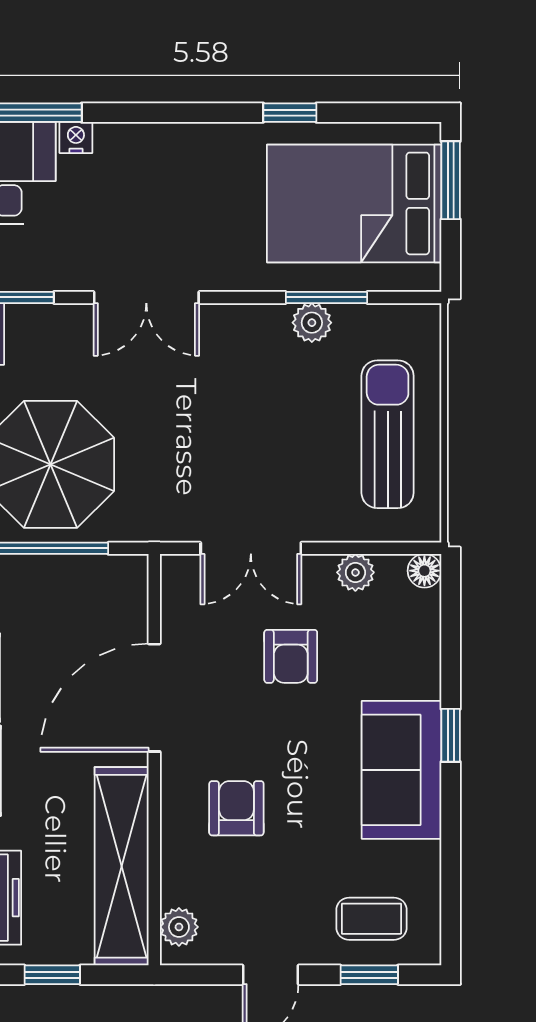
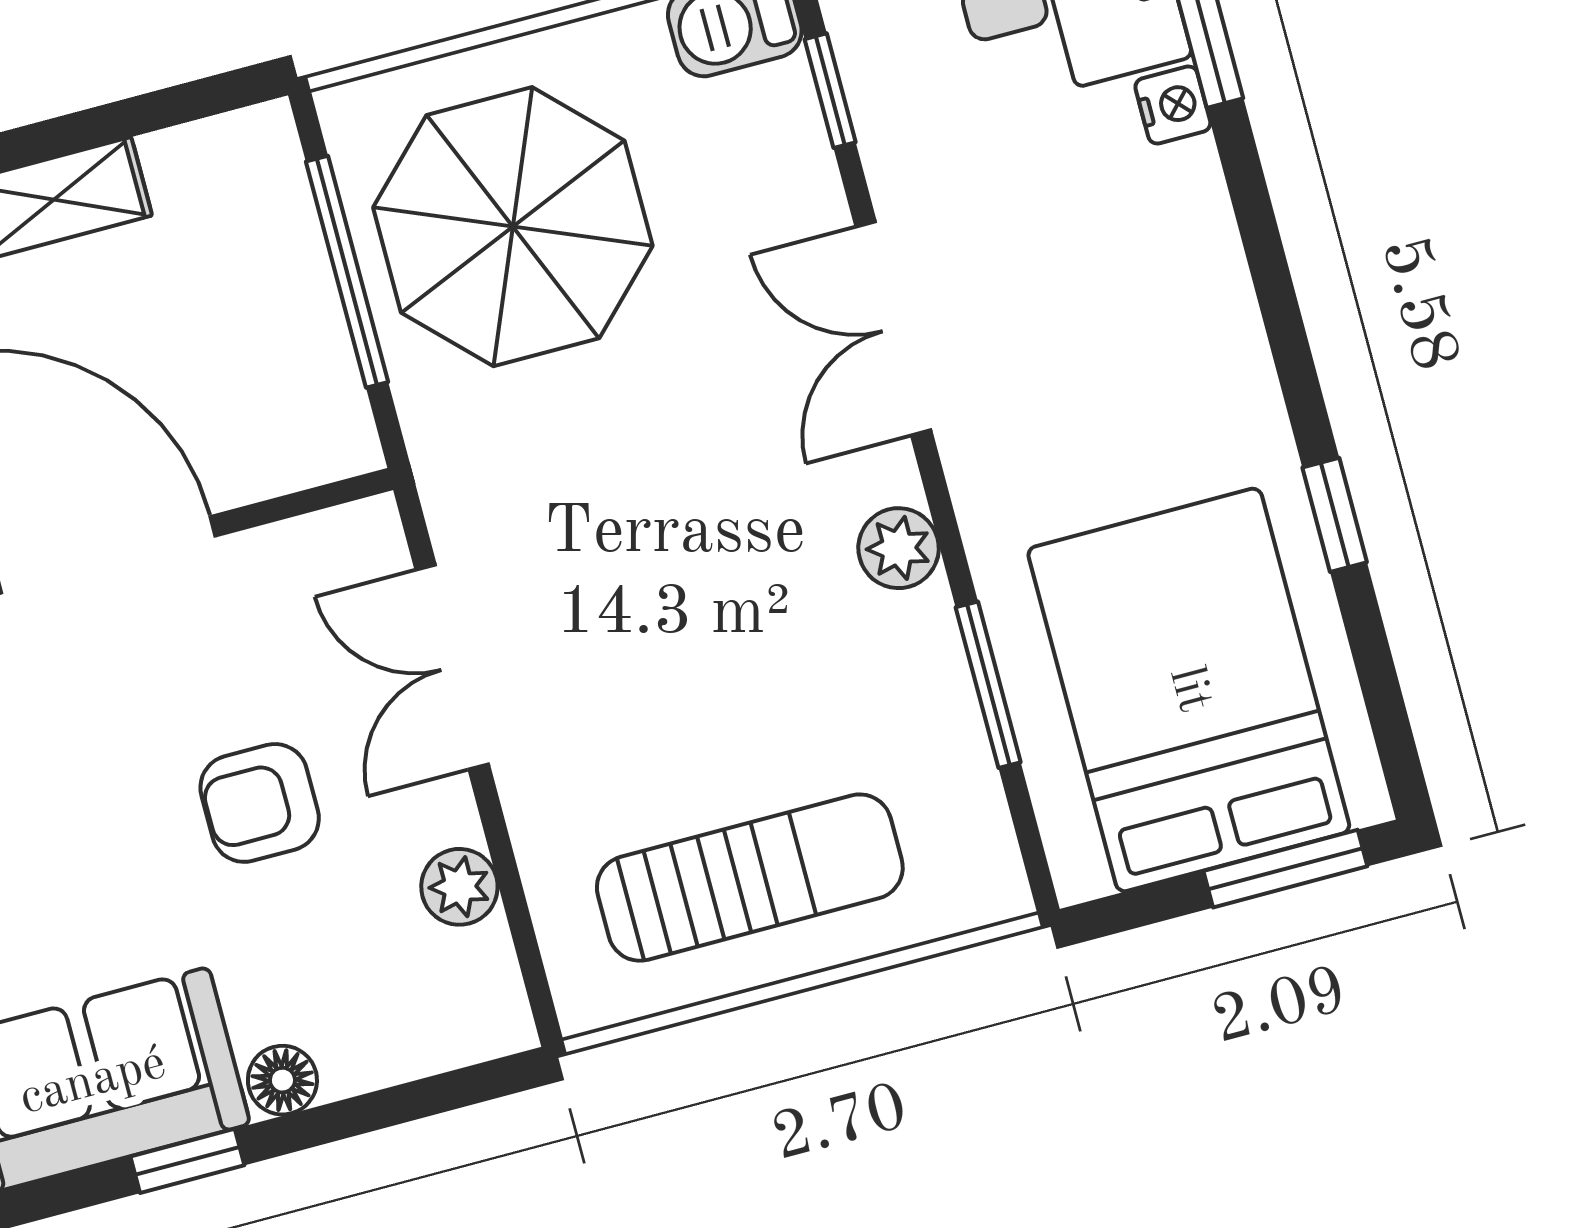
plant: (312, 323) -> (899, 548), moved
floor lamp: (424, 571) -> (282, 1080), moved

